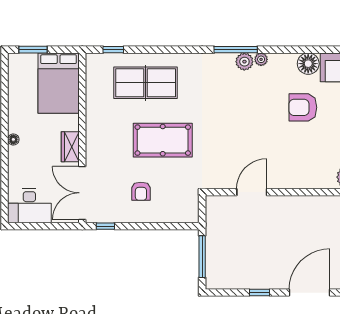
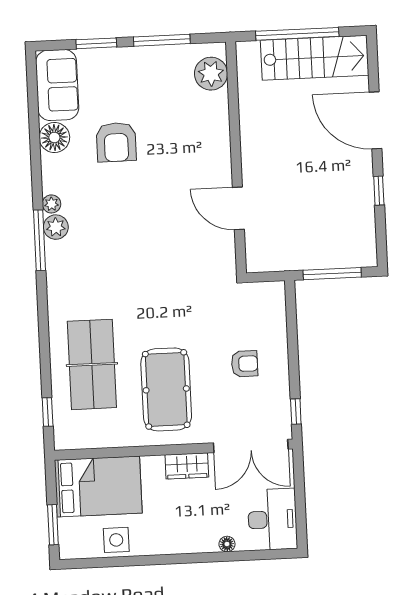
side table: (20, 94) -> (116, 540), added
floor lamp: (13, 139) -> (227, 544), moved
pool table: (163, 140) -> (166, 389), moved

